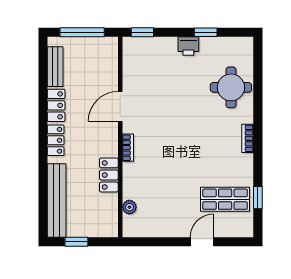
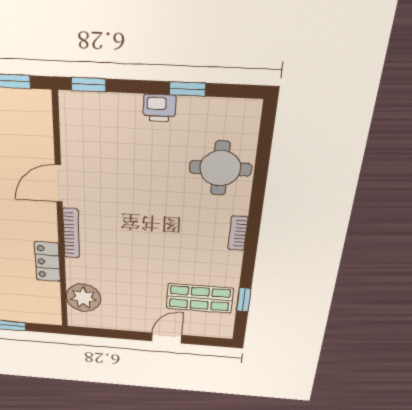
bookcase: (128, 148) -> (71, 233), width x1.56
plant: (129, 207) -> (83, 298), width x1.87, depth x1.87

